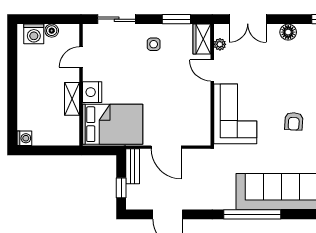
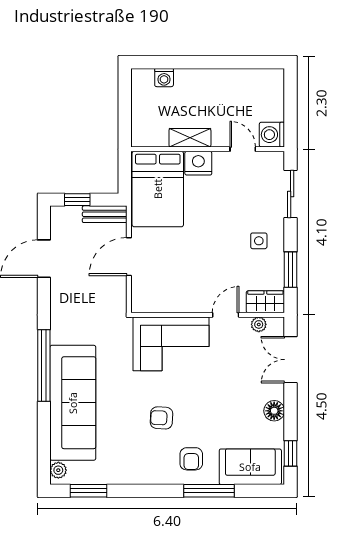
boiler: (52, 31) -> (276, 112), removed
washing machine: (34, 34) -> (272, 135), moved
washing machine: (24, 138) -> (164, 78), moved

